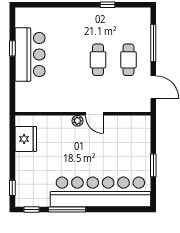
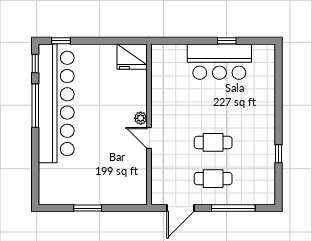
door: (94, 114) -> (149, 138), hinge flipped
fridge: (26, 139) -> (132, 57), moved
bar counter: (100, 192) -> (56, 103), moved

